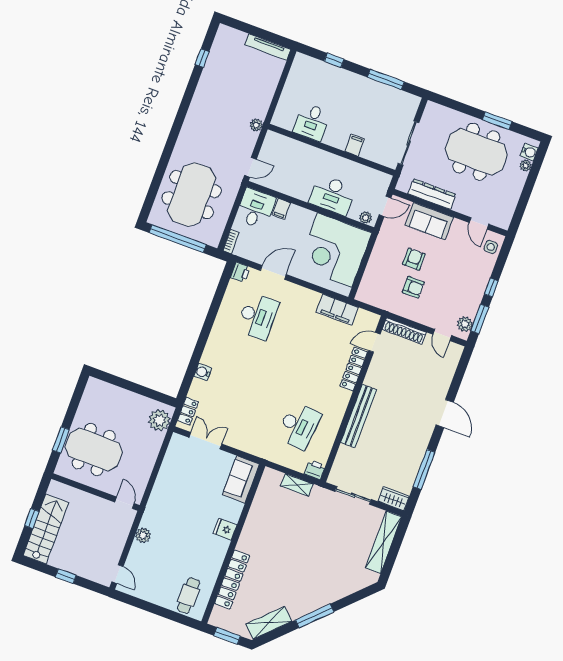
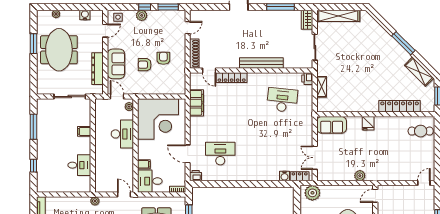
water cooler: (529, 152) -> (85, 15), moved
plant: (465, 324) -> (142, 15), moved
water cooler: (203, 372) -> (285, 176), moved
plant: (143, 535) -> (360, 176), moved

